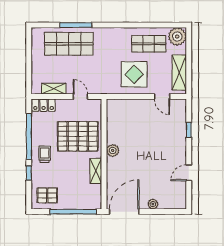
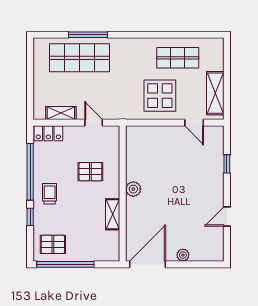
plant: (177, 36) -> (213, 49), removed
pallet: (78, 136) -> (90, 172), width x0.49, depth x0.50
window: (73, 212) -> (65, 264), moved

